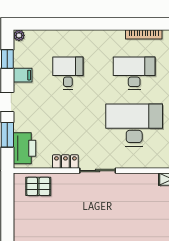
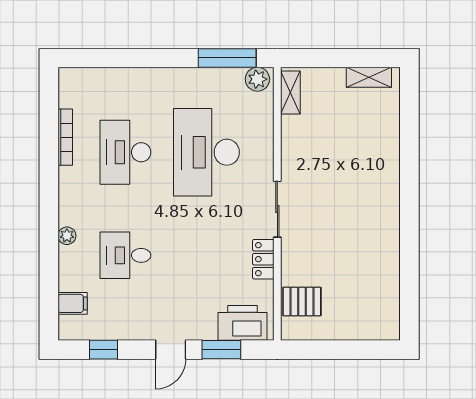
plant: (19, 35) -> (67, 236), moved
filing cabinet: (23, 75) -> (73, 303), moved, turned 90
pallet: (38, 186) -> (302, 301), turned 90

